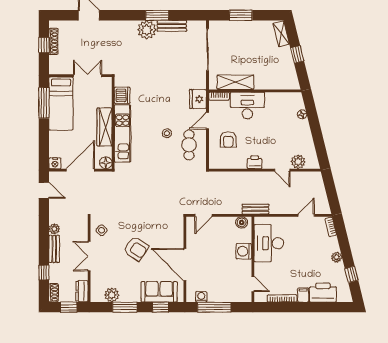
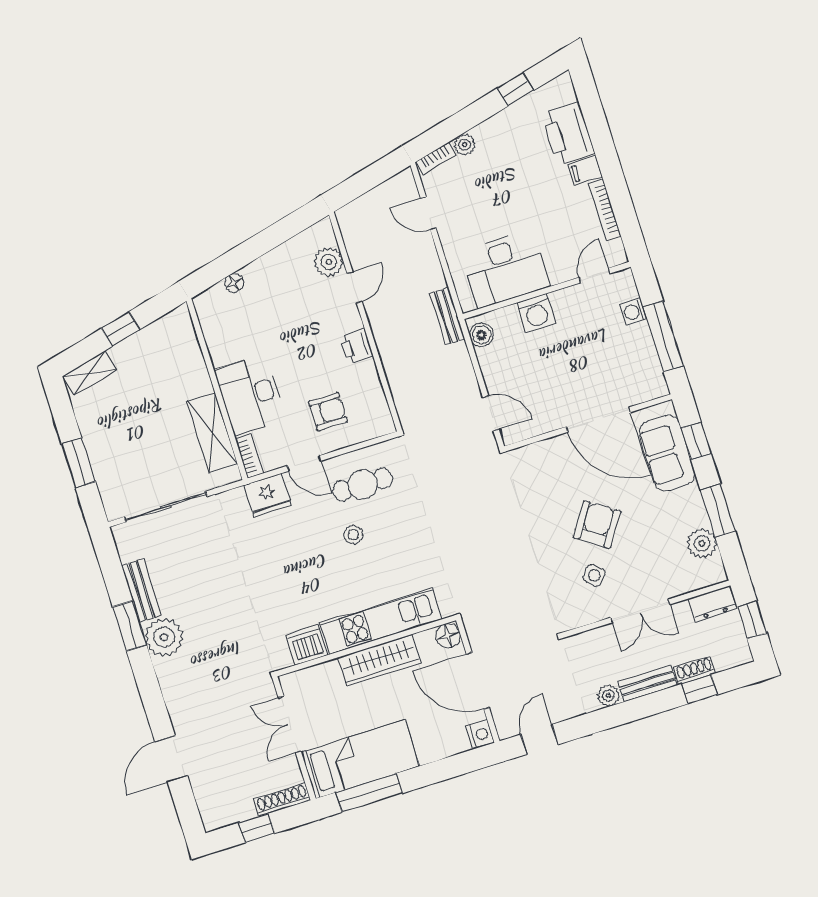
shoe rack: (53, 41) -> (282, 800), moved
side table: (102, 230) -> (594, 575), moved
plant: (337, 257) -> (465, 145), moved
door: (185, 265) -> (598, 420), hinge flipped
shoe rack: (54, 293) -> (695, 670), moved
washing machine: (201, 297) -> (633, 312), moved

